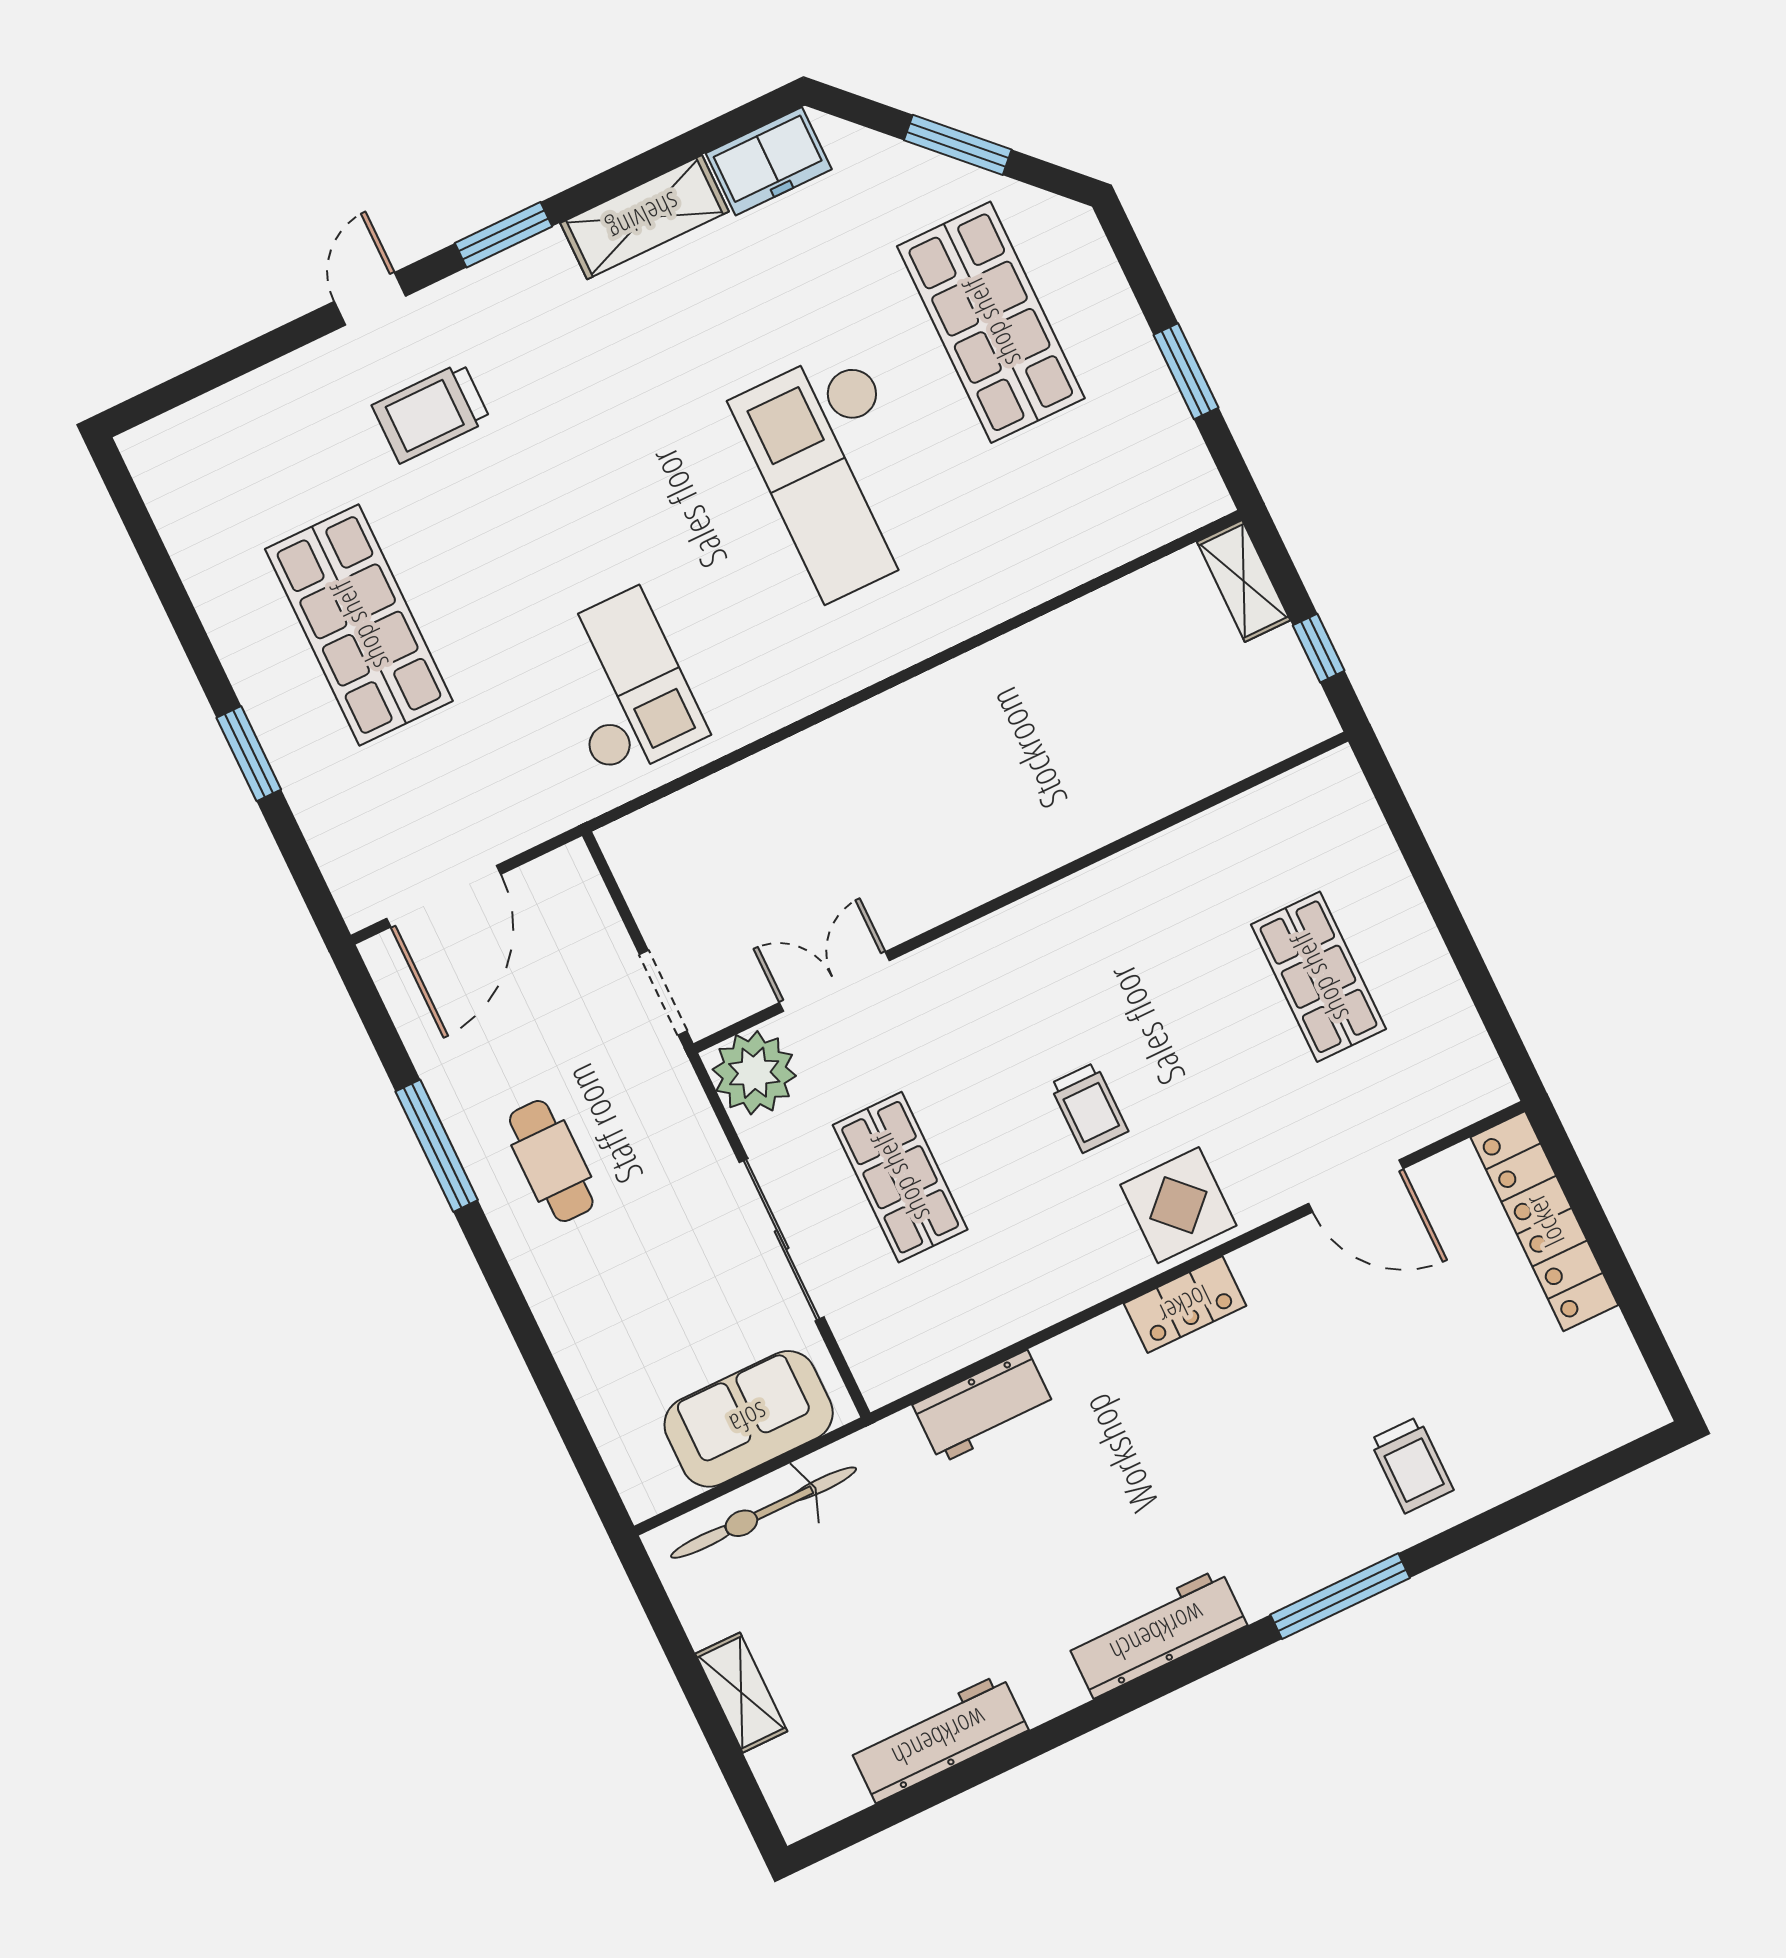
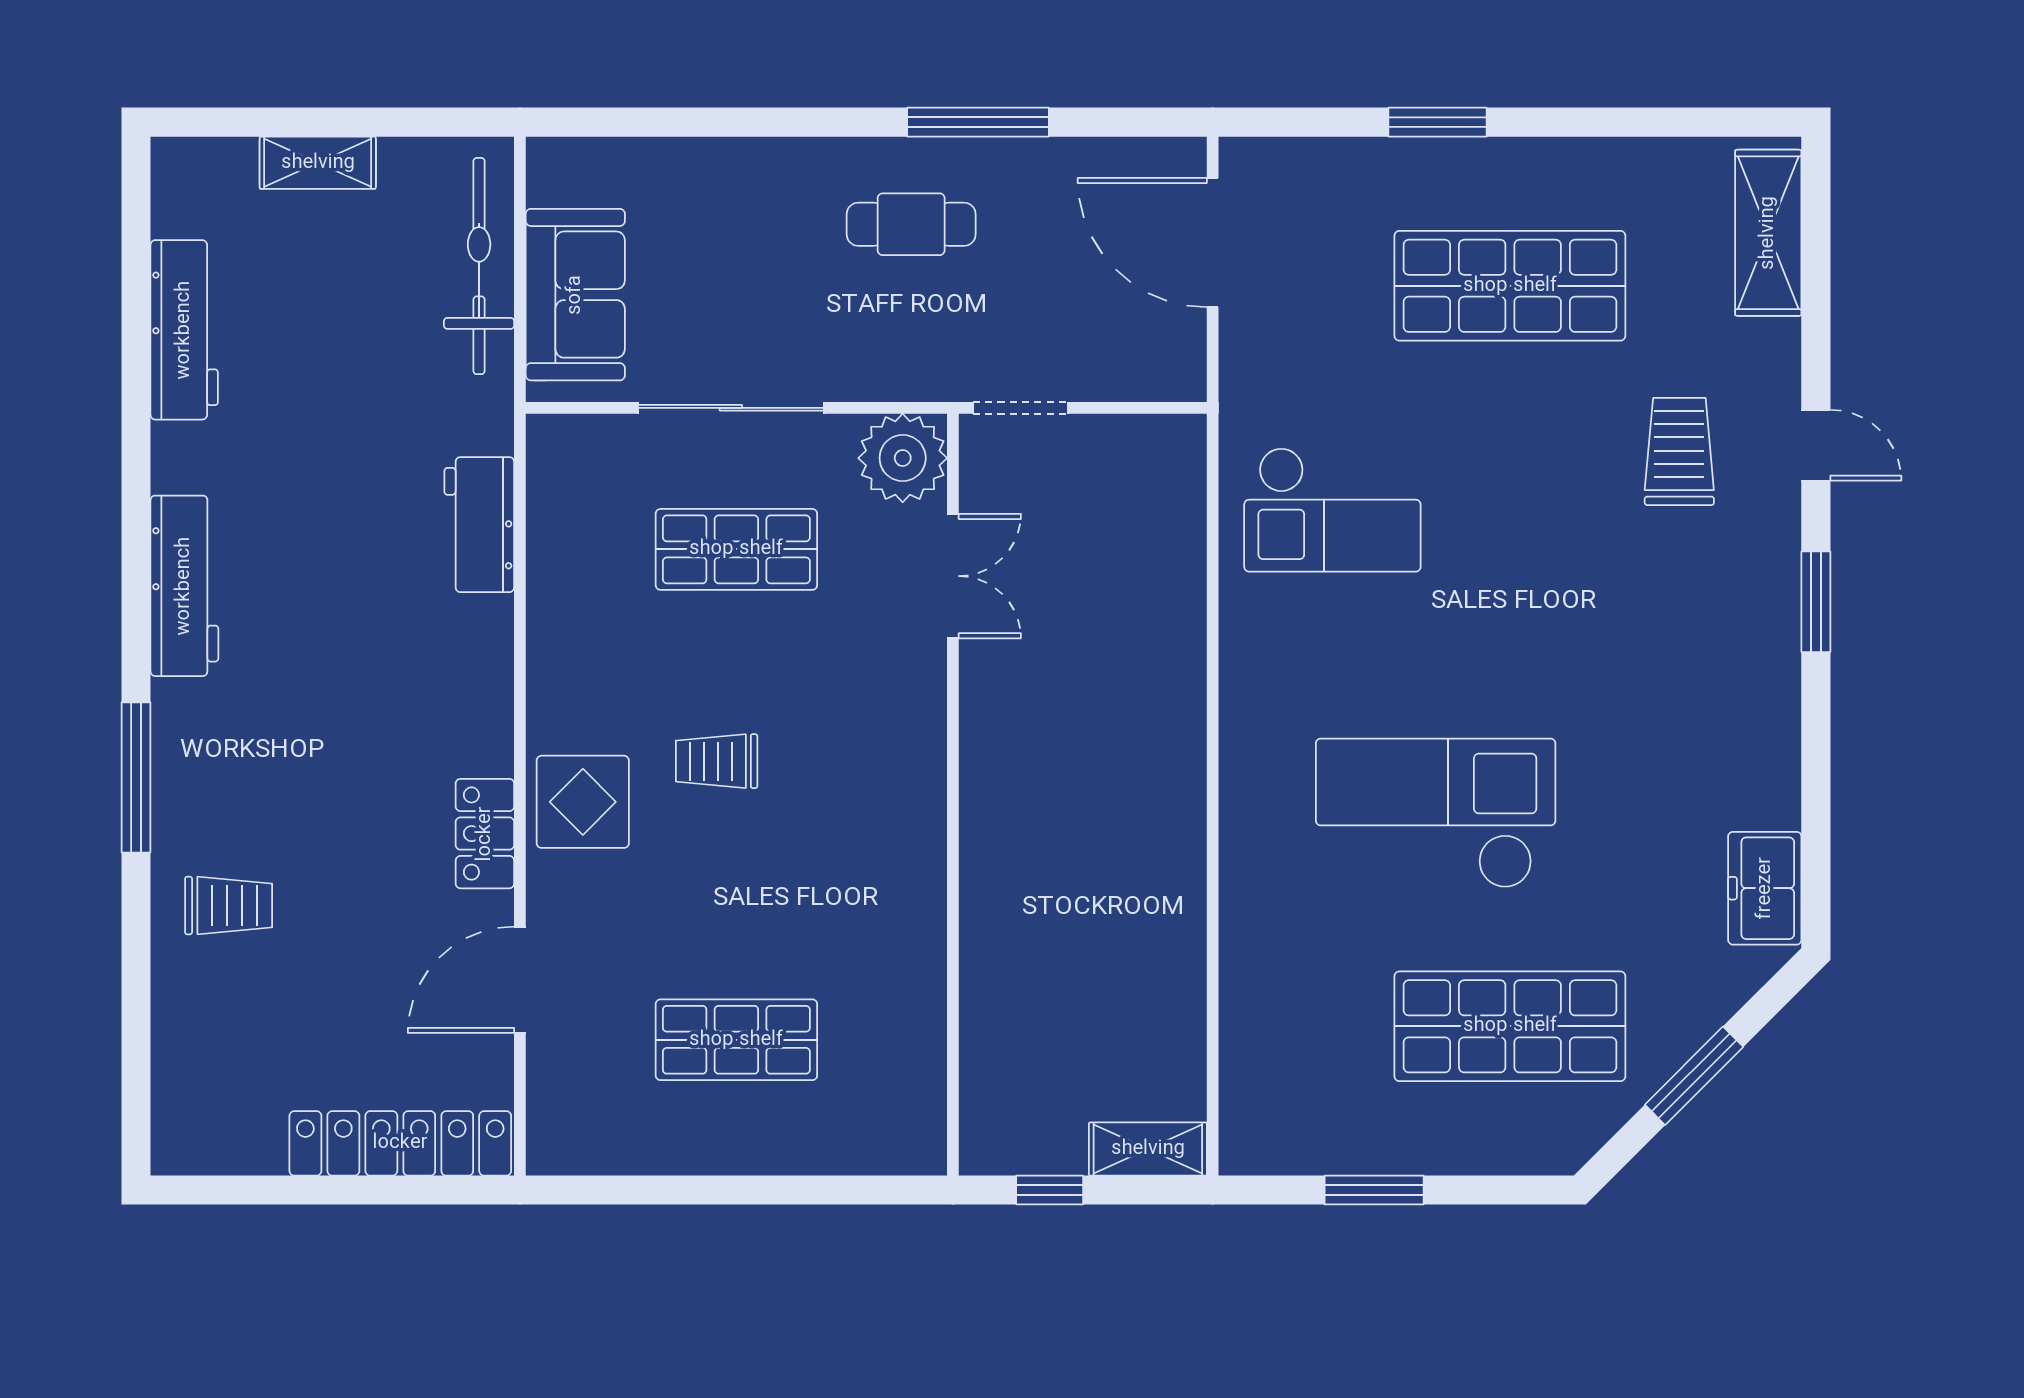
shelving: (644, 217) -> (1768, 233), moved
locker: (1185, 1305) -> (485, 834), moved
trolley: (1412, 1465) -> (229, 906), turned 180

